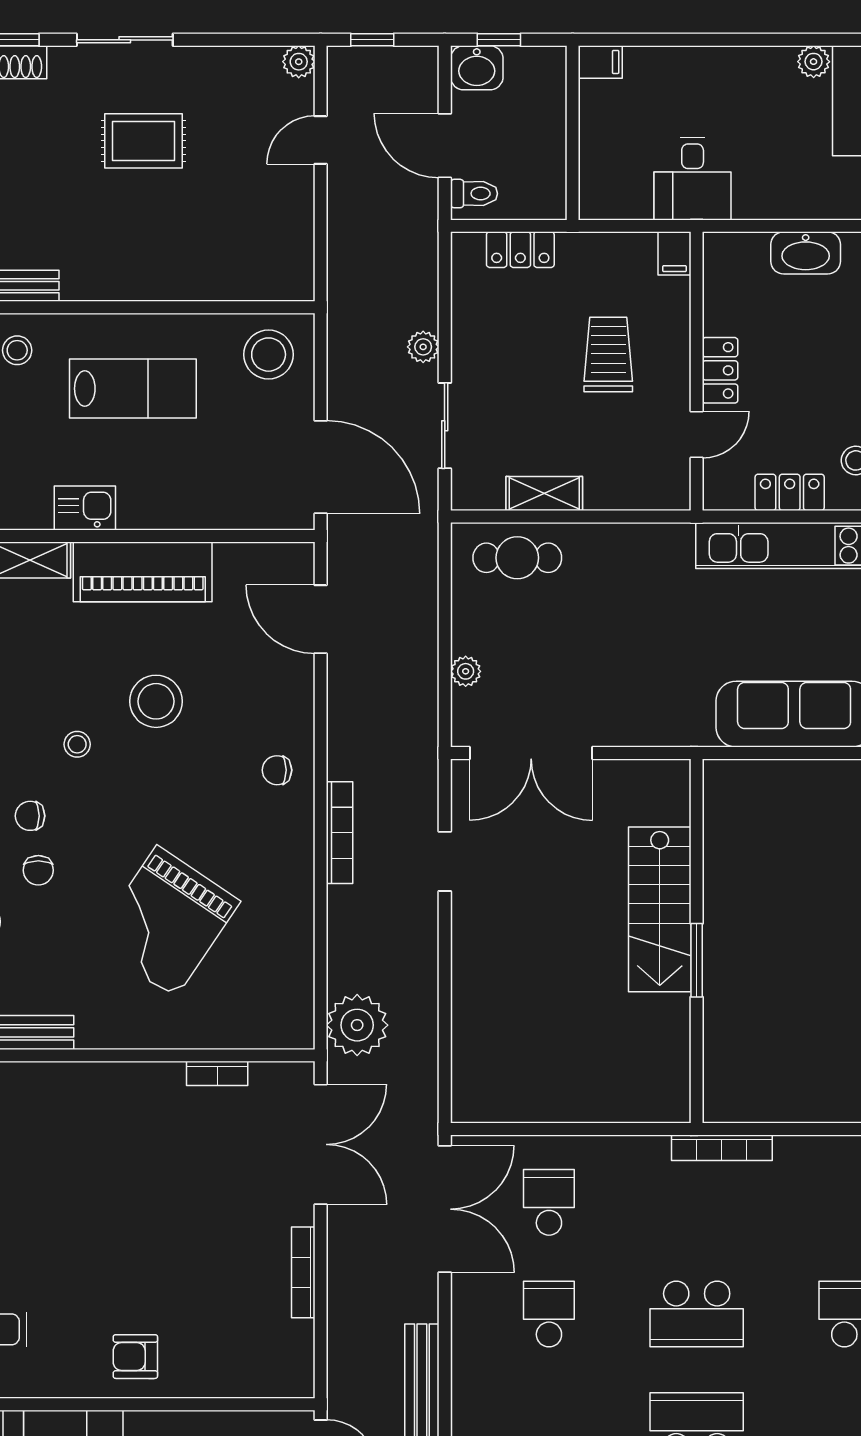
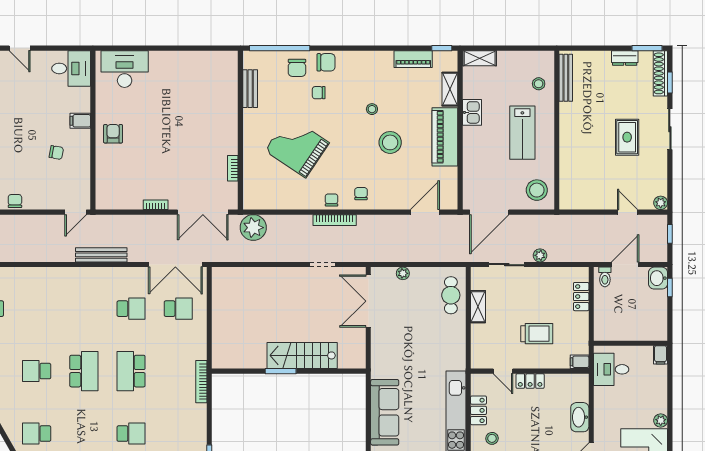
filing cabinet: (600, 62) -> (661, 355), moved
wall: (573, 133) -> (631, 343), moved
chair: (30, 816) -> (332, 200), moved
bookcase: (303, 1272) -> (156, 205), width x0.64

